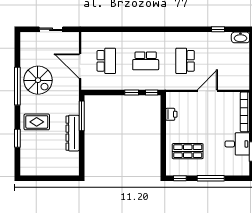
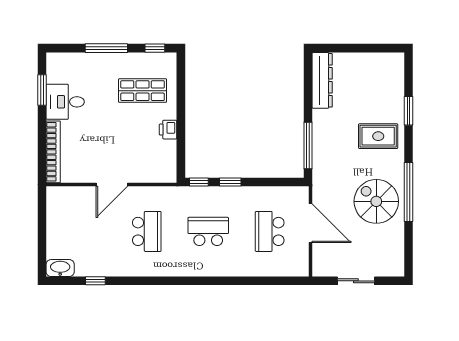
printer: (171, 114) -> (168, 130), moved
dresser: (73, 133) -> (322, 80), moved

